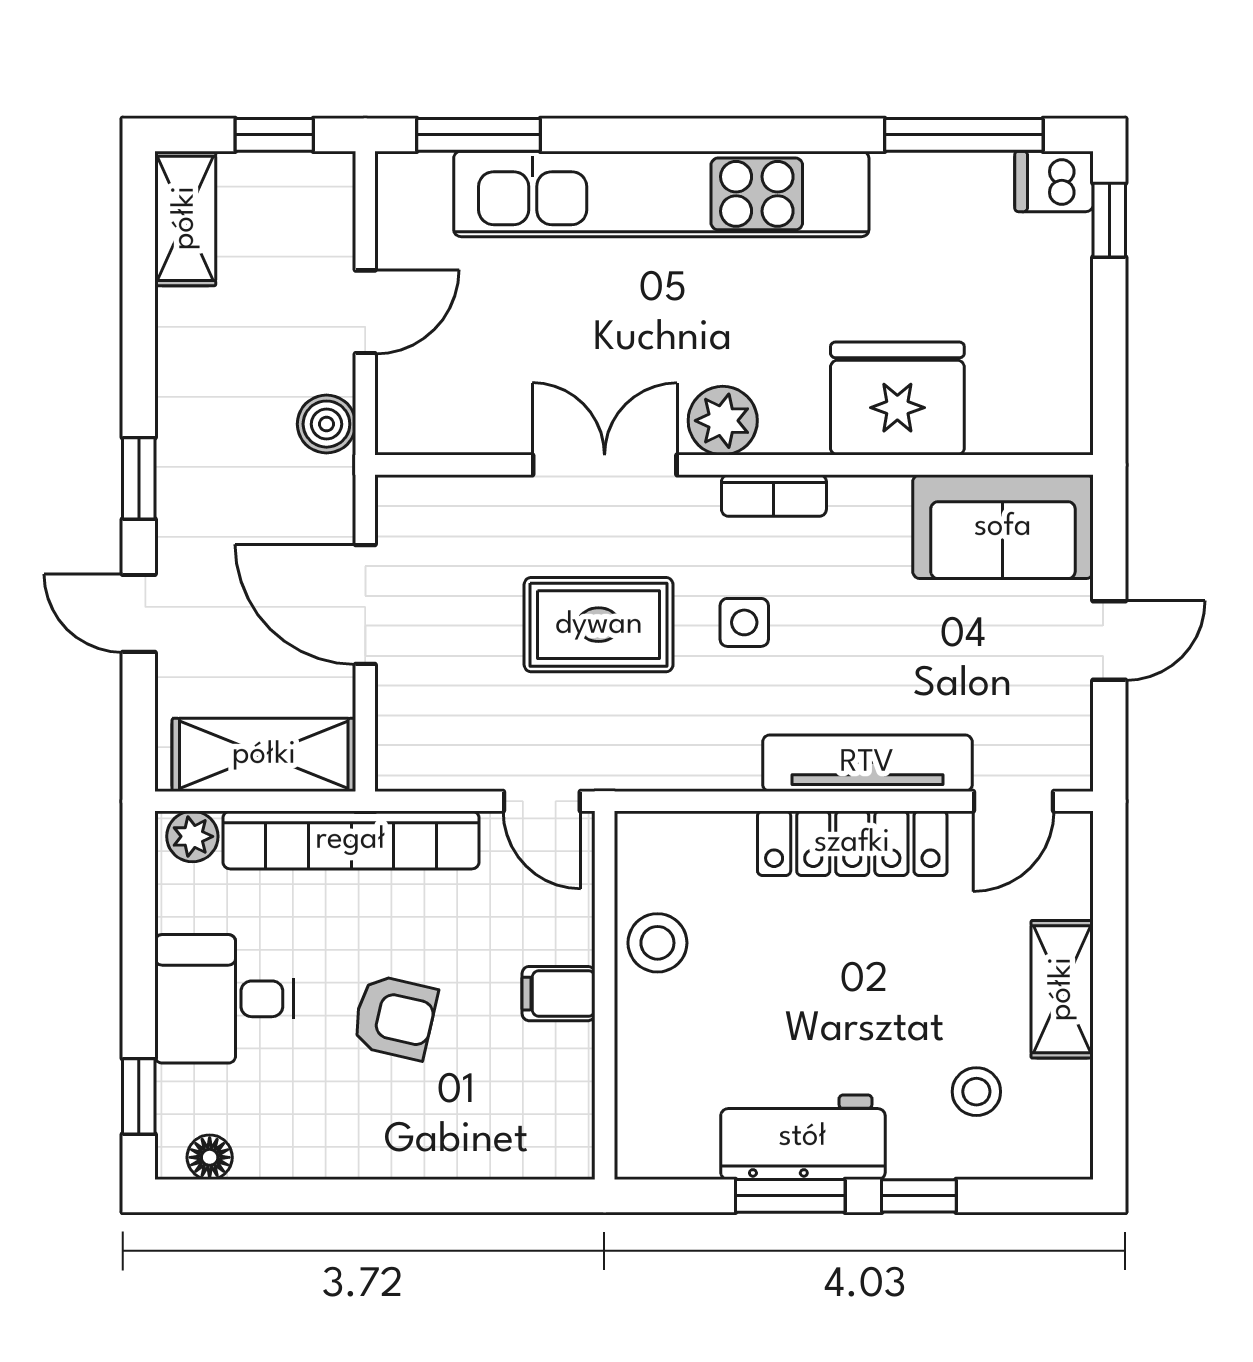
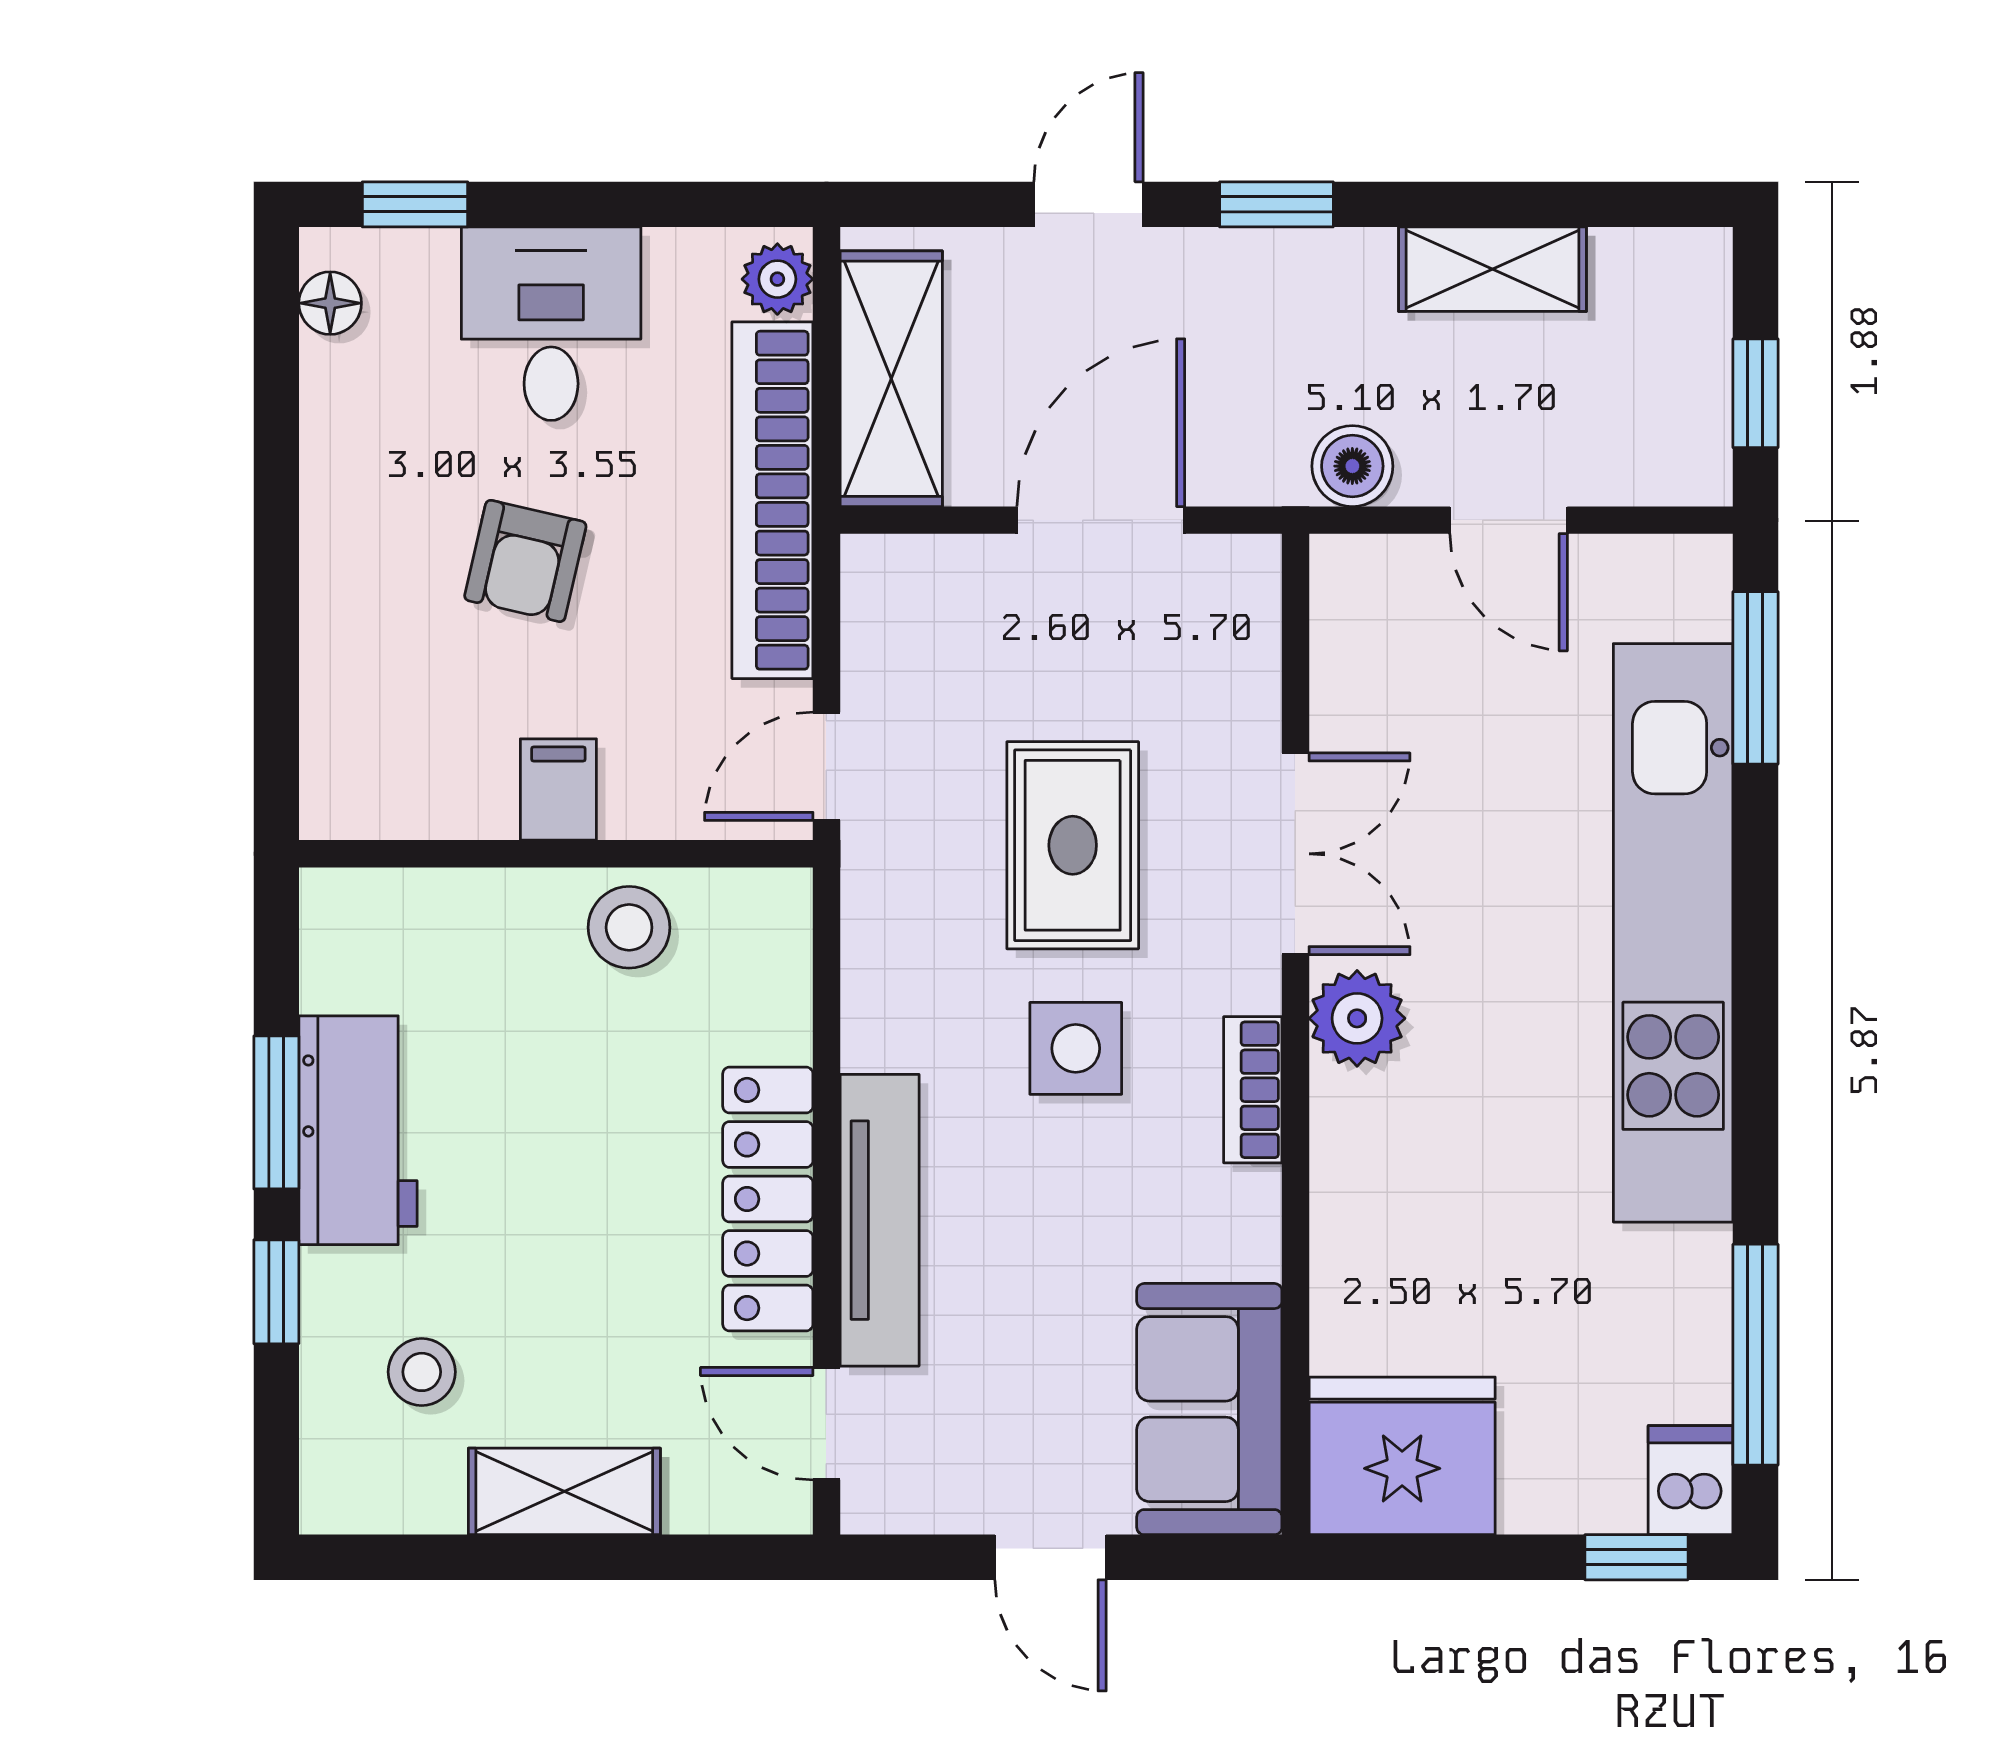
shelving: (185, 218) -> (1492, 269), moved
fridge: (897, 399) -> (1402, 1456), moved, turned -90
side table: (744, 622) -> (1076, 1048), width x1.37, depth x1.37

